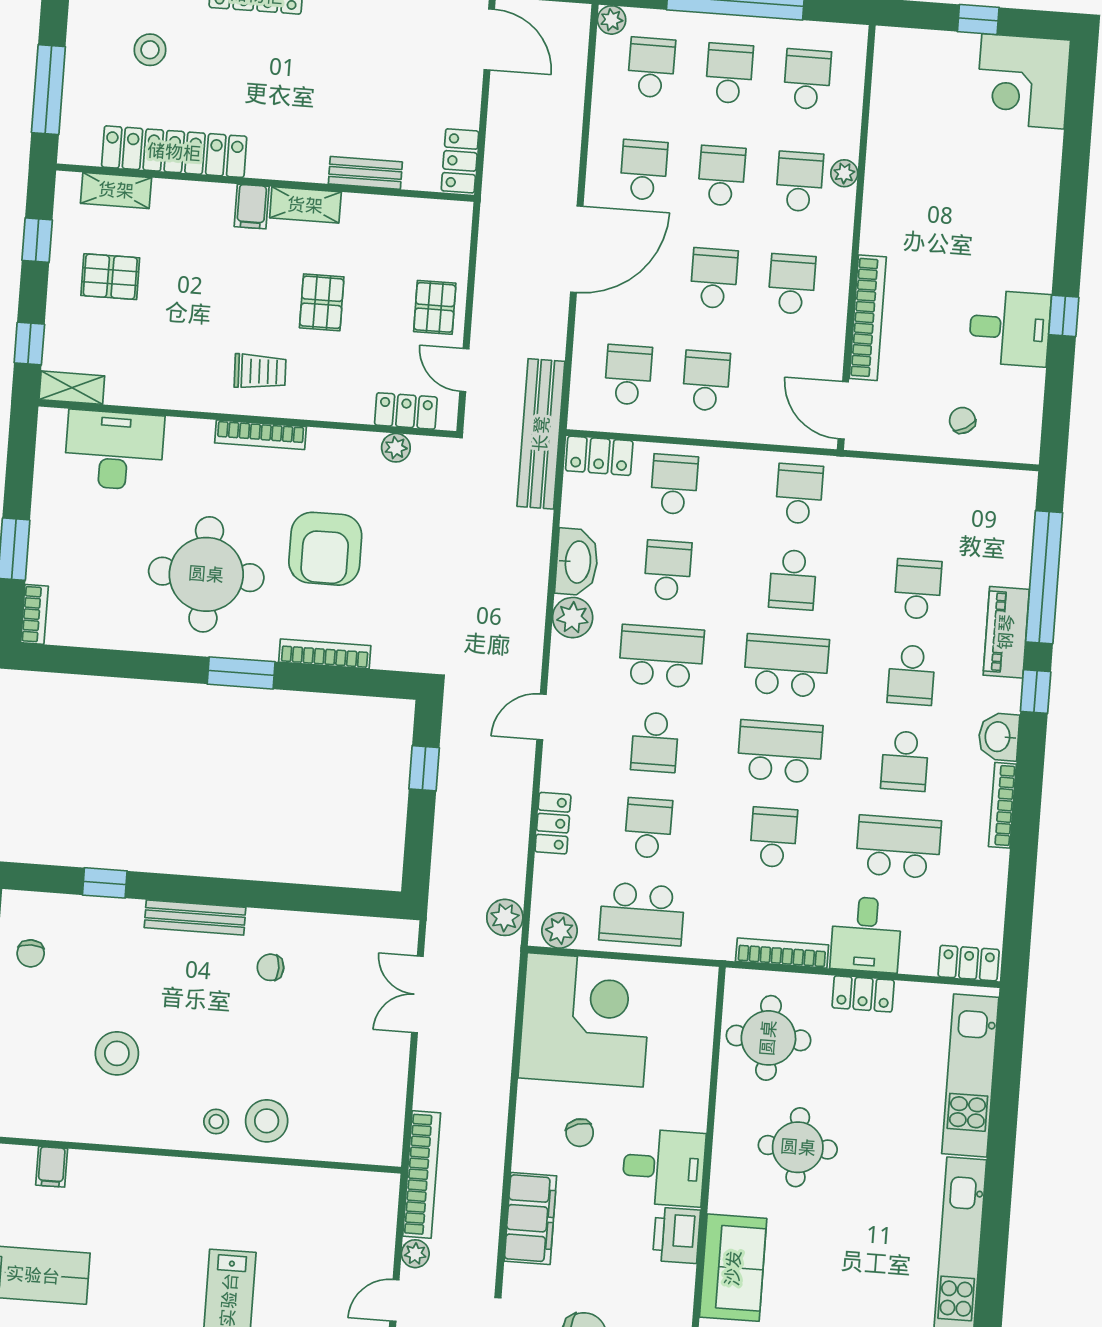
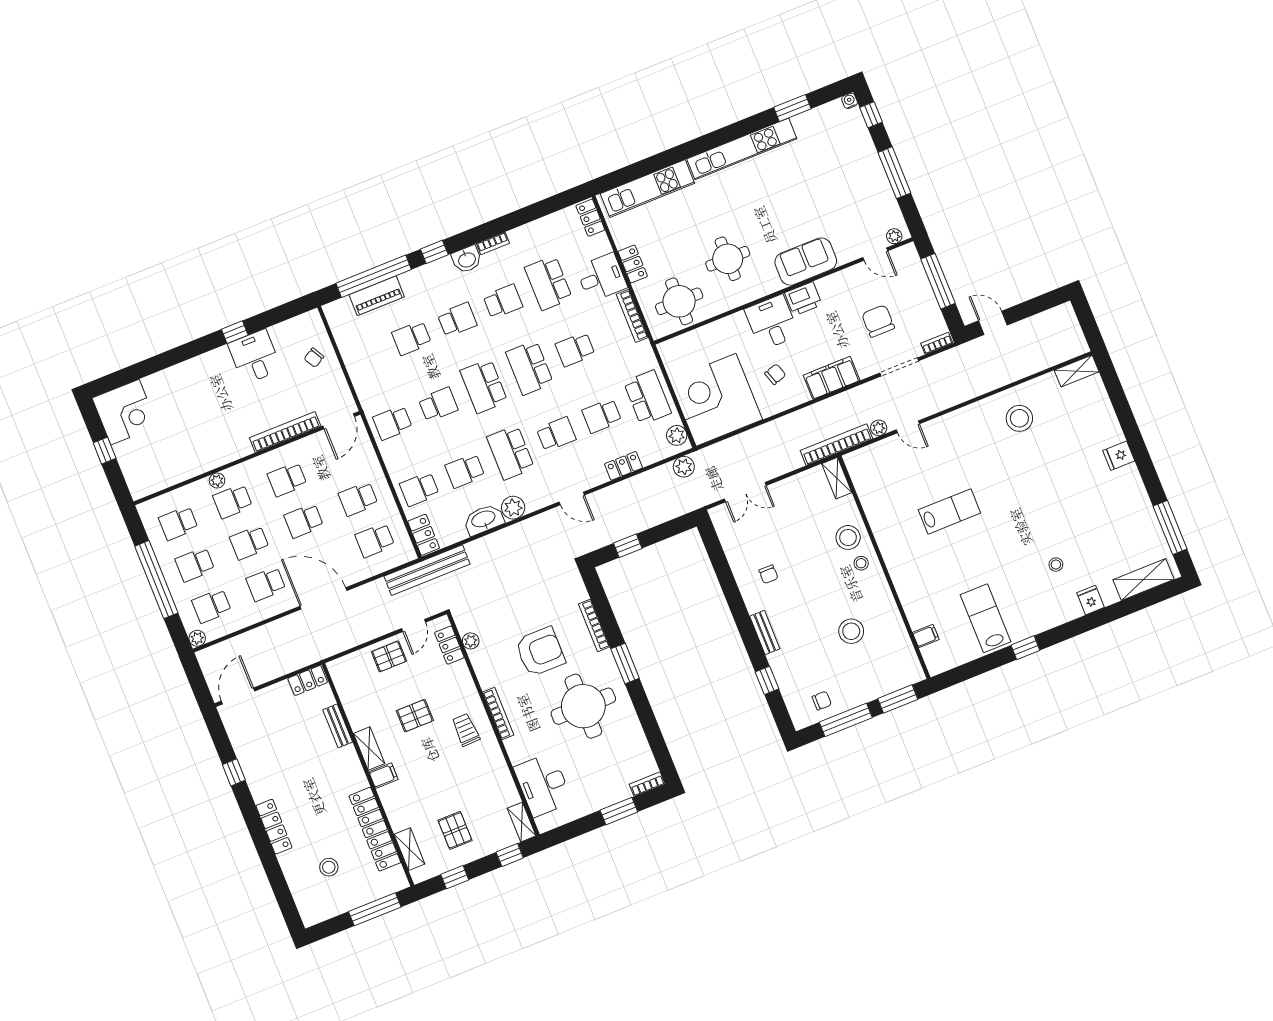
piano: (1006, 632) -> (377, 296), moved
bookcase: (1002, 805) -> (493, 243), width x0.64
bench: (195, 918) -> (765, 632), width x0.73
shelving: (369, 1149) -> (837, 478), added

